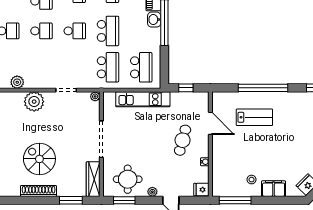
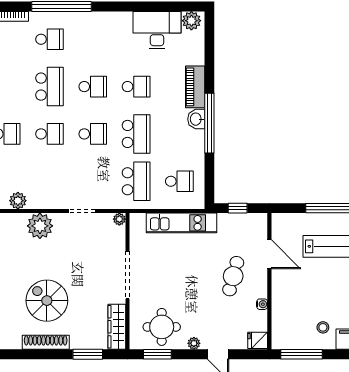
school desk: (141, 67) -> (179, 181), width x0.54

